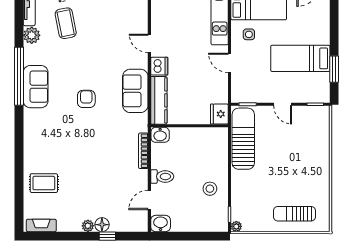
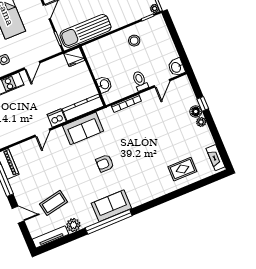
washbasin: (160, 135) -> (104, 84), moved
rug: (44, 183) -> (182, 169), turned 90
door: (149, 200) -> (162, 83), hinge flipped

